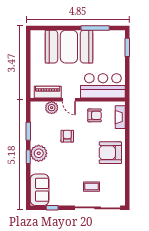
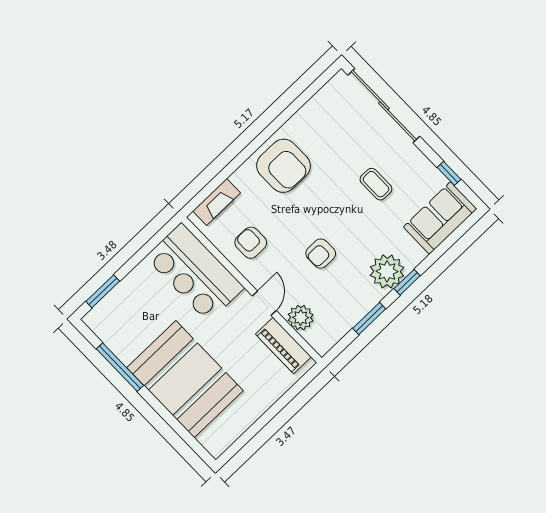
coffee table: (92, 187) -> (376, 184), moved

